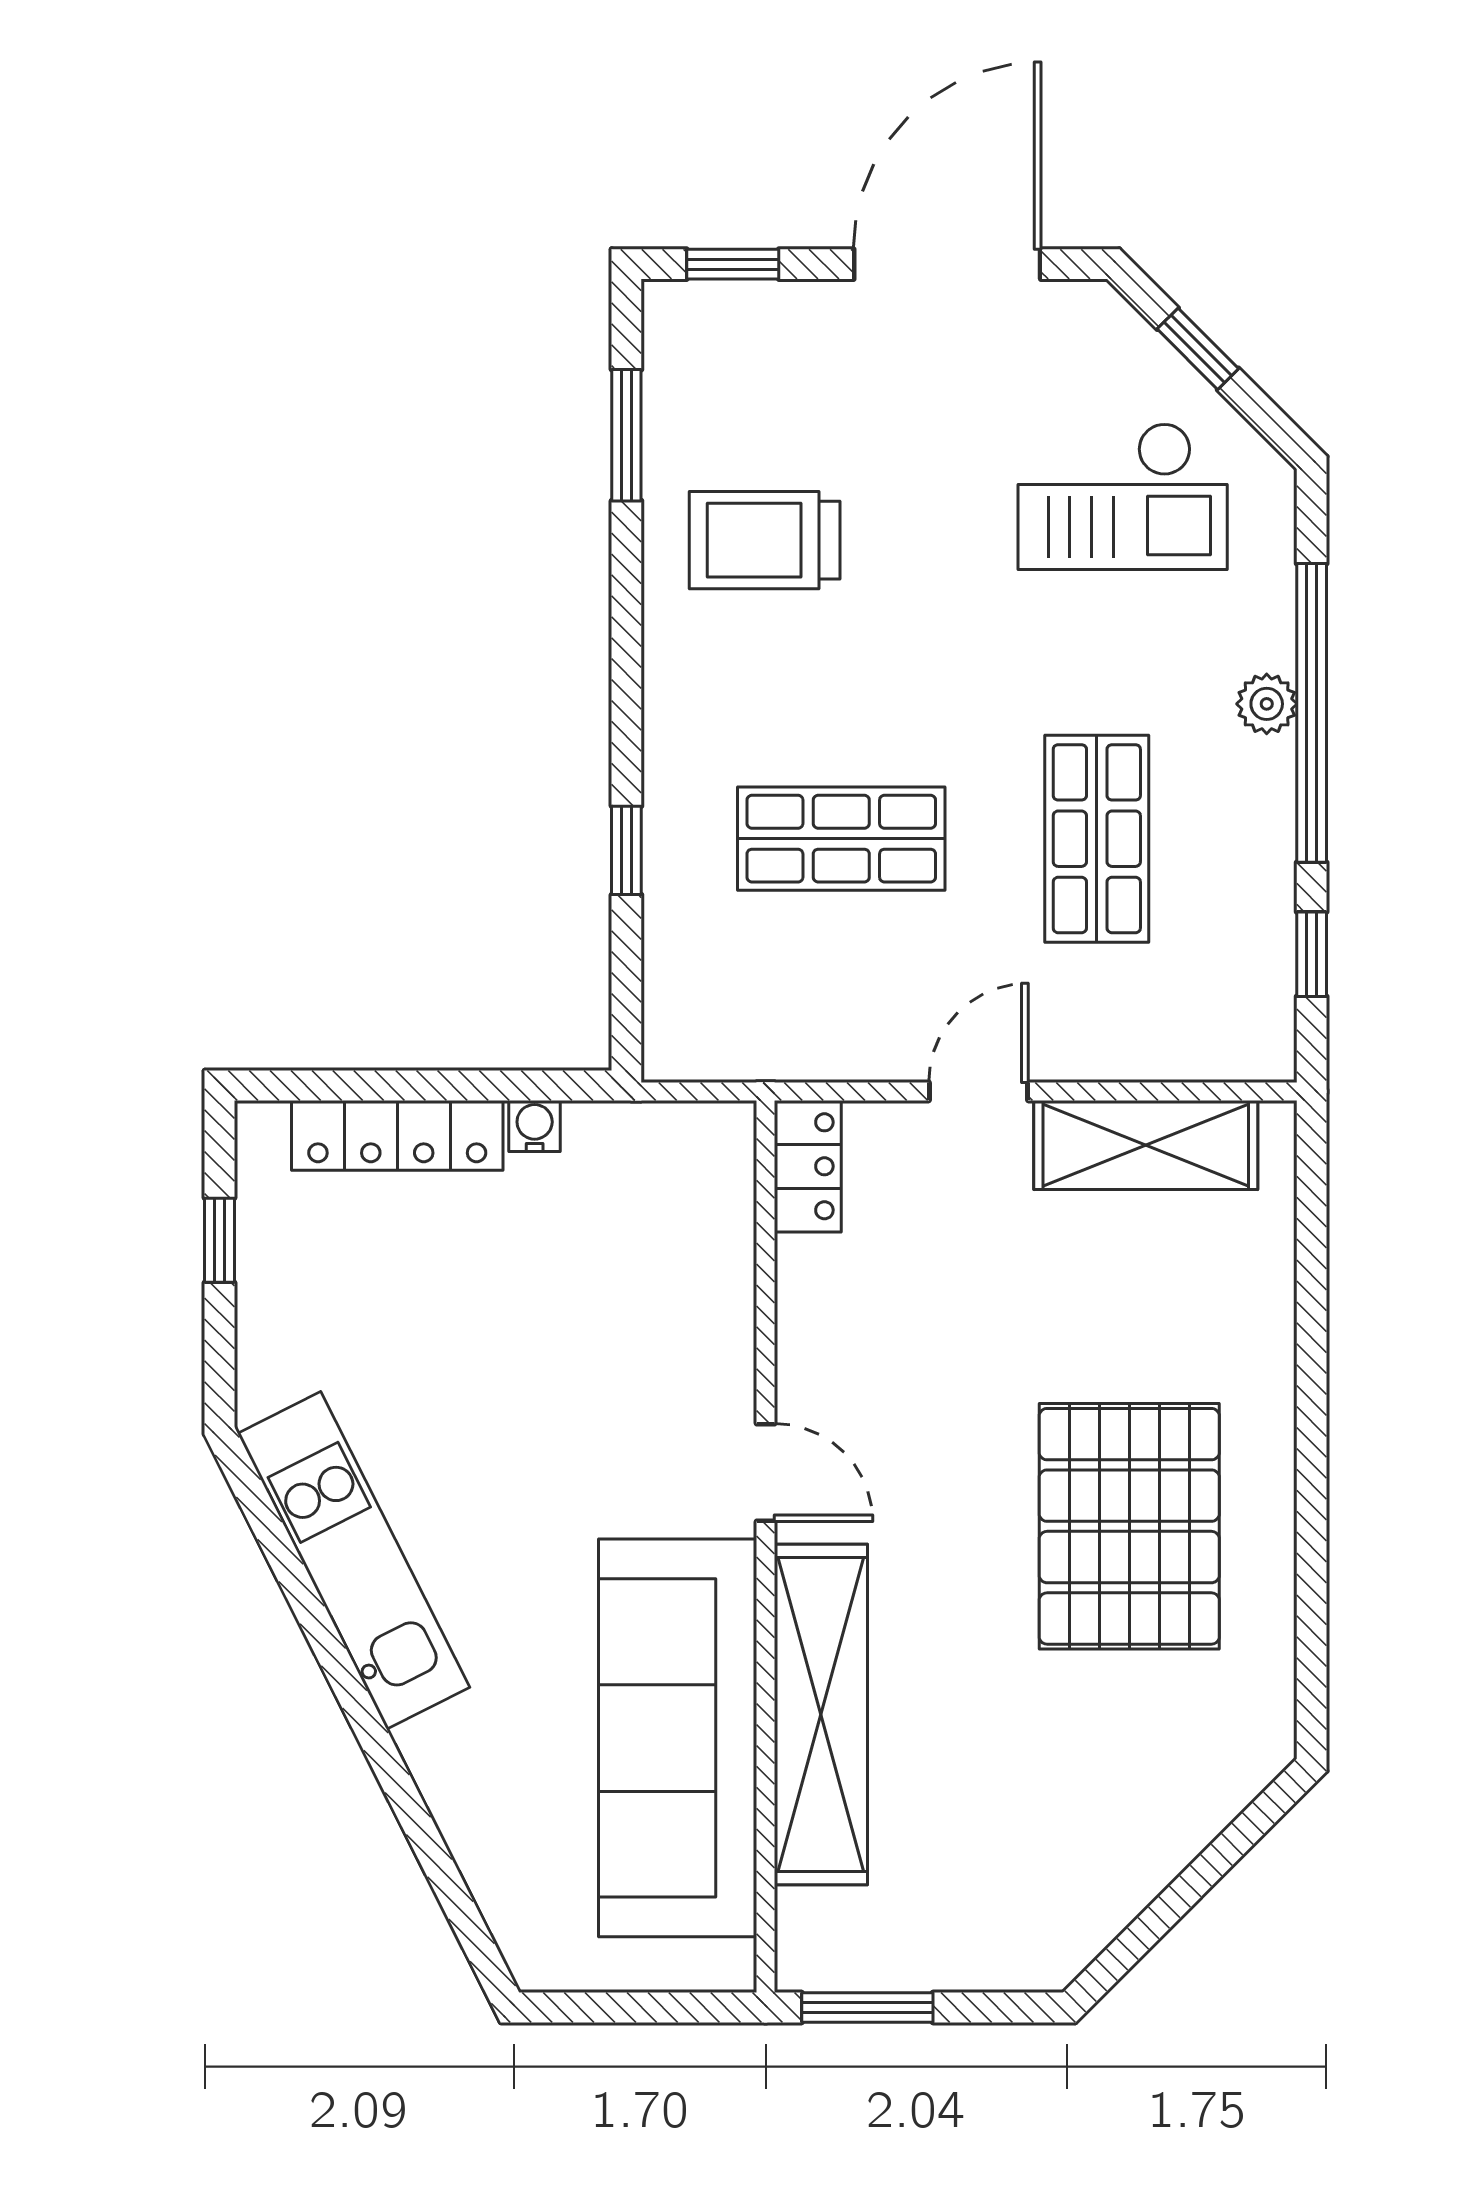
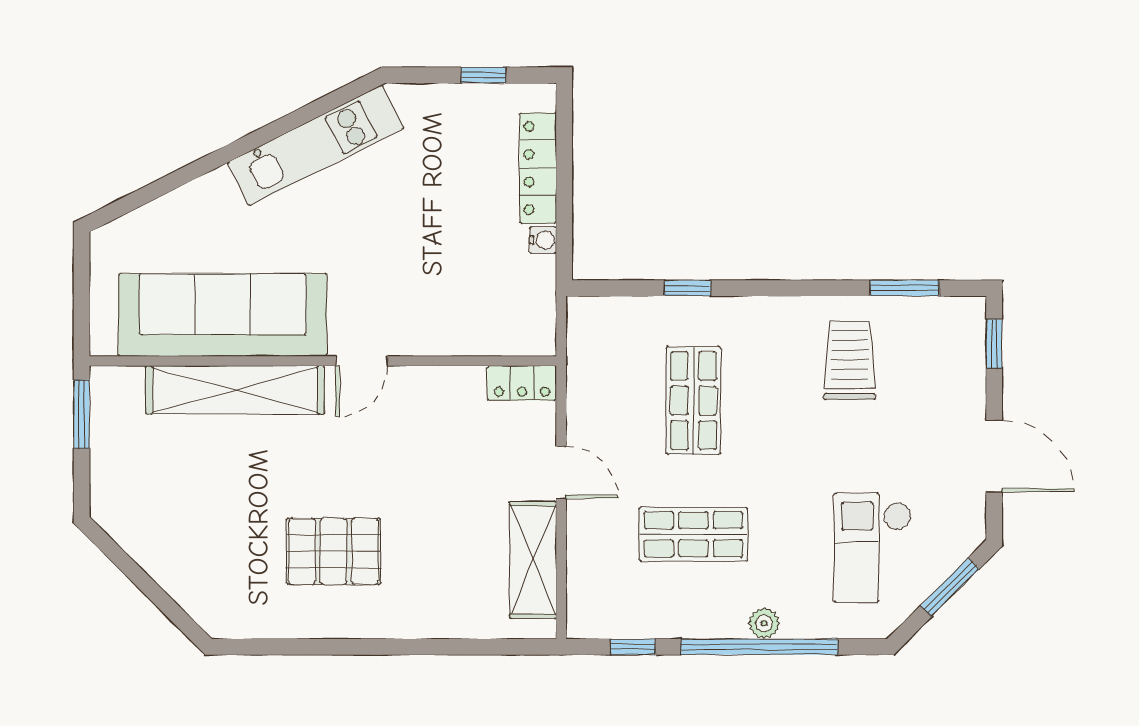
door: (947, 264) -> (994, 456), width x0.73
window: (1198, 349) -> (950, 587), width x1.50
pallet: (1129, 1526) -> (333, 551), width x0.73, depth x0.71

